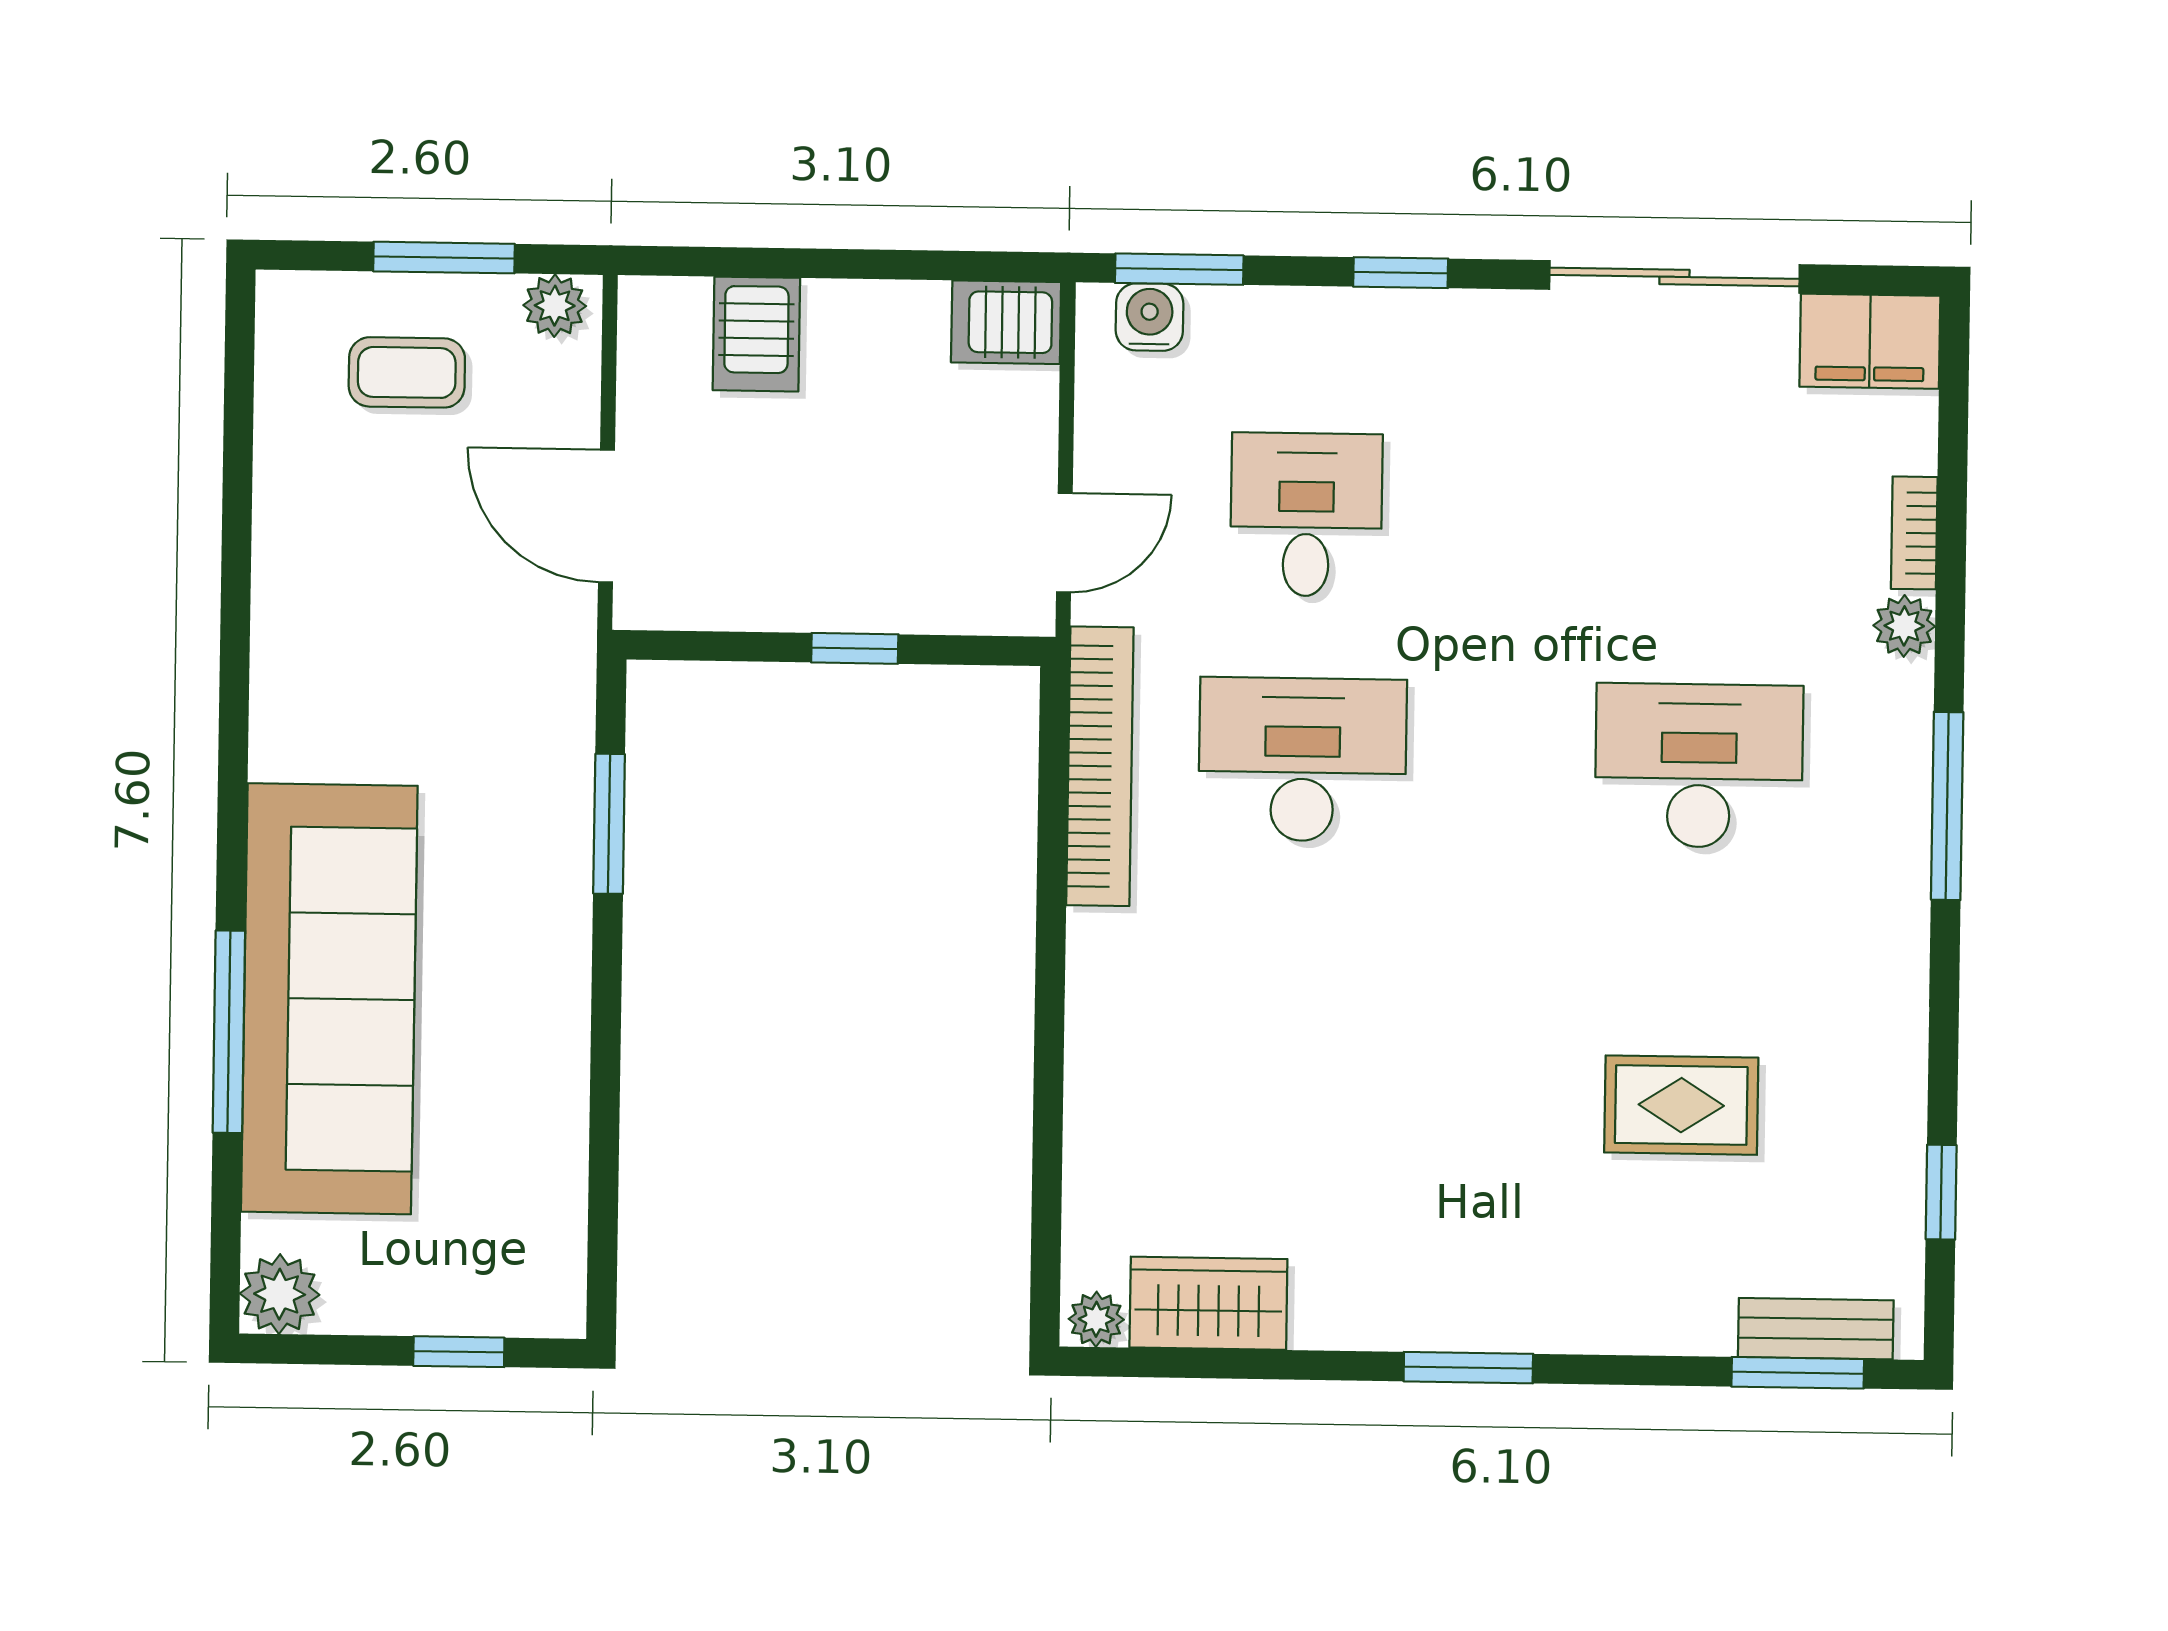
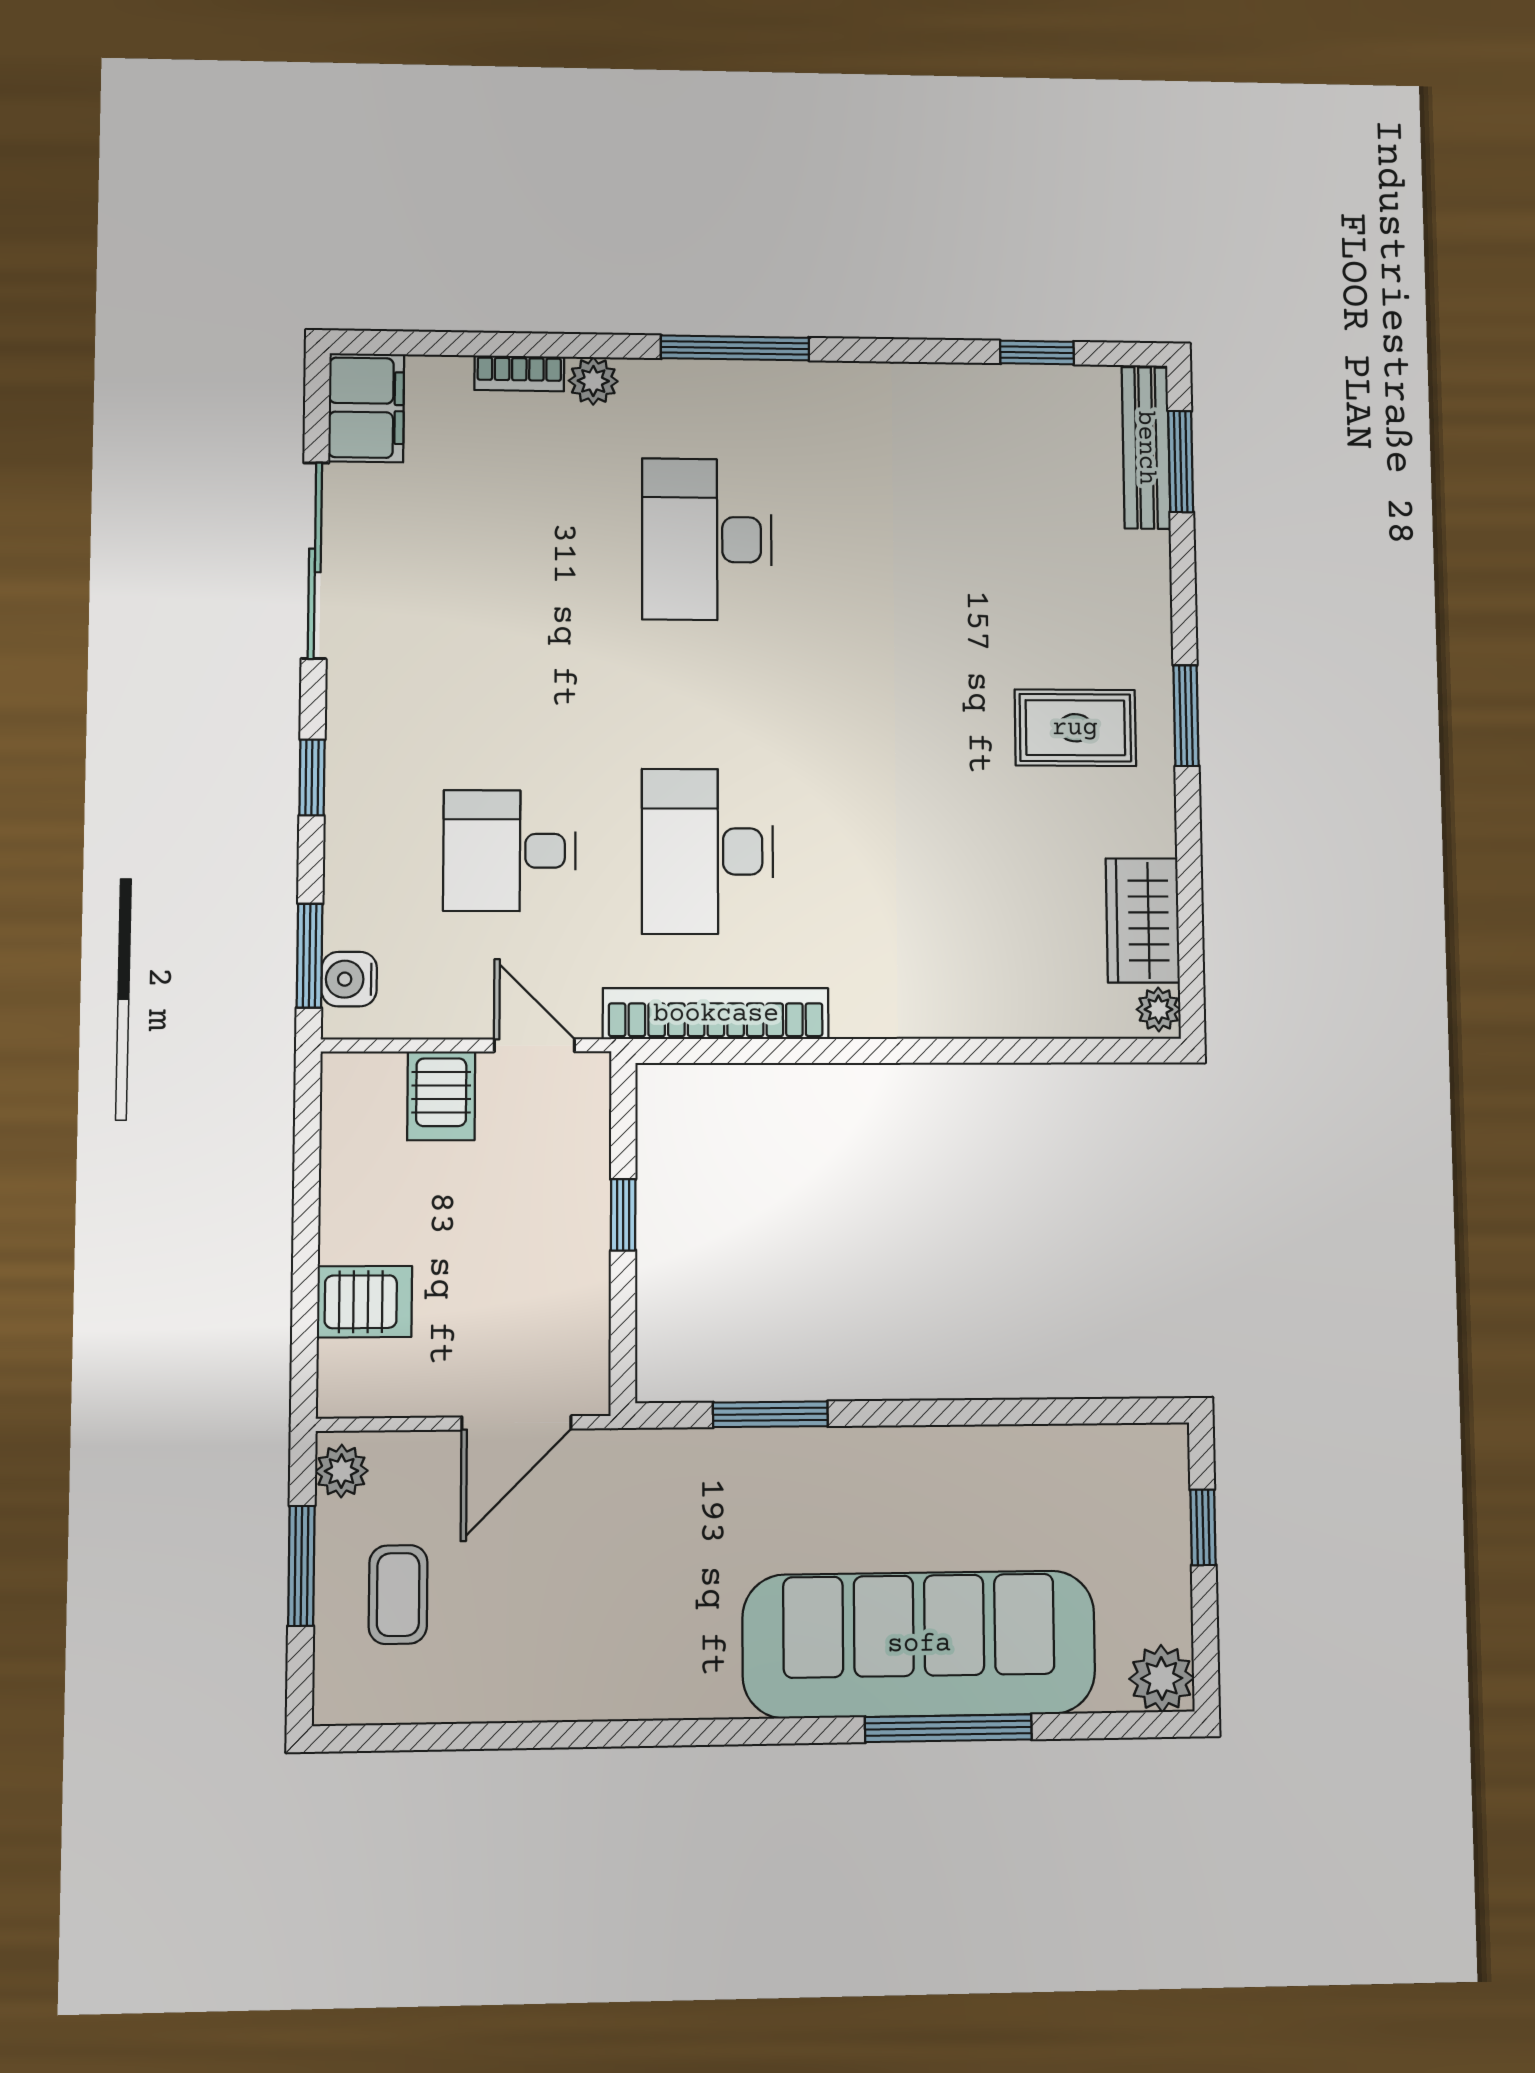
server rack: (1006, 322) -> (441, 1096), moved
rug: (1681, 1105) -> (1075, 728), moved, turned 90
bench: (1816, 1329) -> (1146, 448), width x1.36

